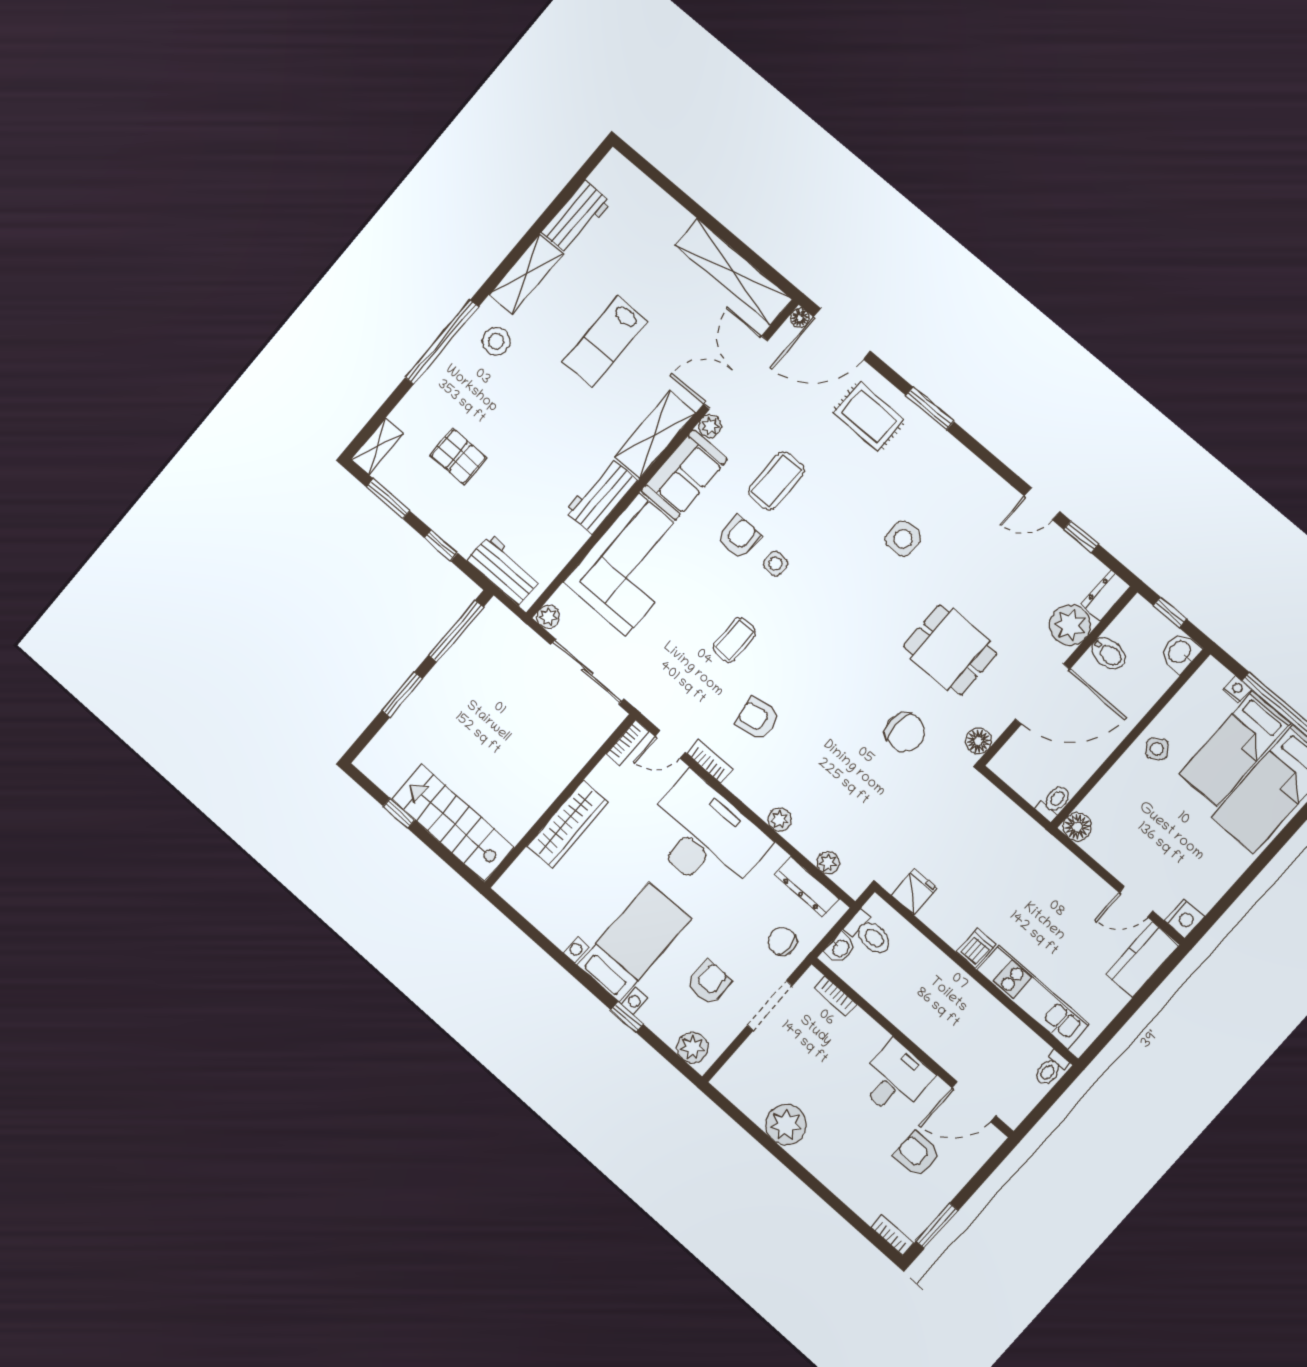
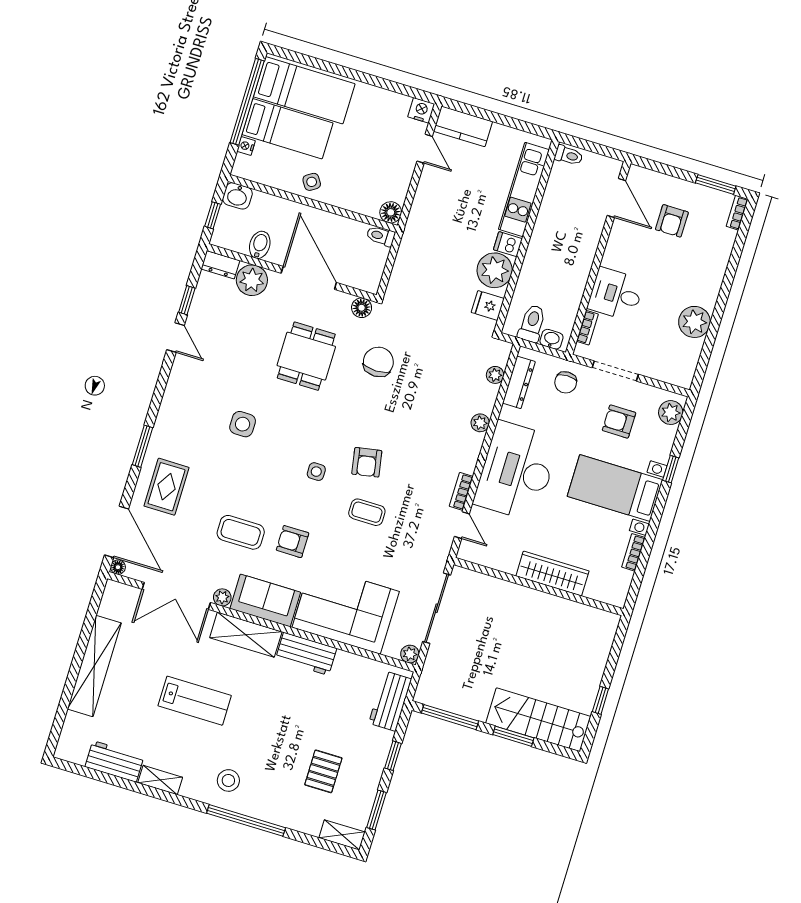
shelving: (734, 272) -> (94, 666), moved
shelving: (526, 274) -> (160, 780), width x0.67, depth x0.75
side table: (775, 564) -> (316, 472), moved
armchair: (757, 719) -> (367, 462), moved
bookcase: (627, 743) -> (633, 552), moved, turned -90
stairs: (453, 823) -> (538, 720), moved, turned 90
plant: (952, 919) -> (495, 270), added
desk: (895, 1079) -> (616, 294), moved

